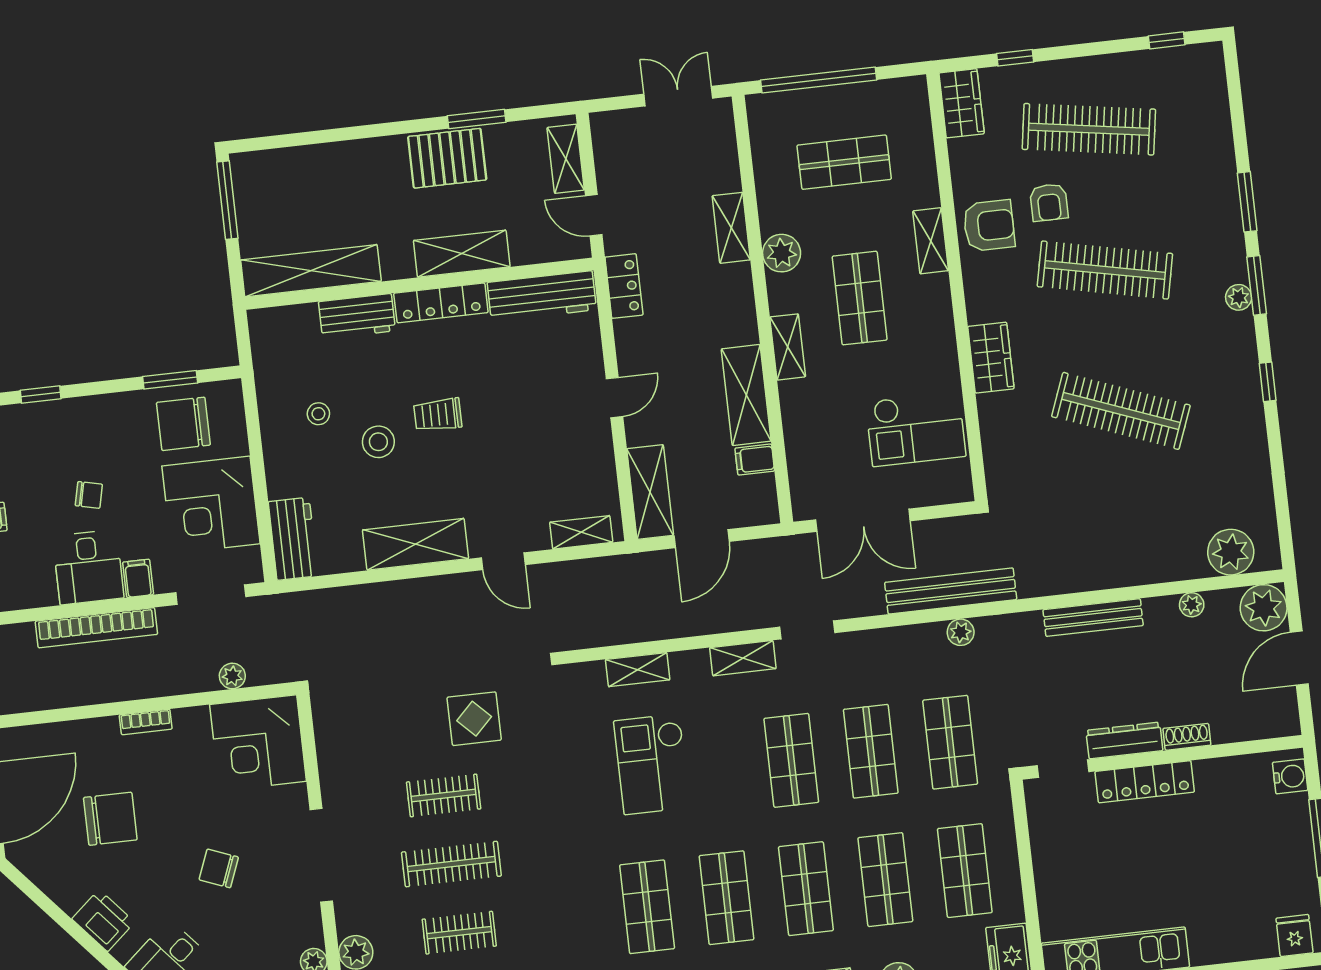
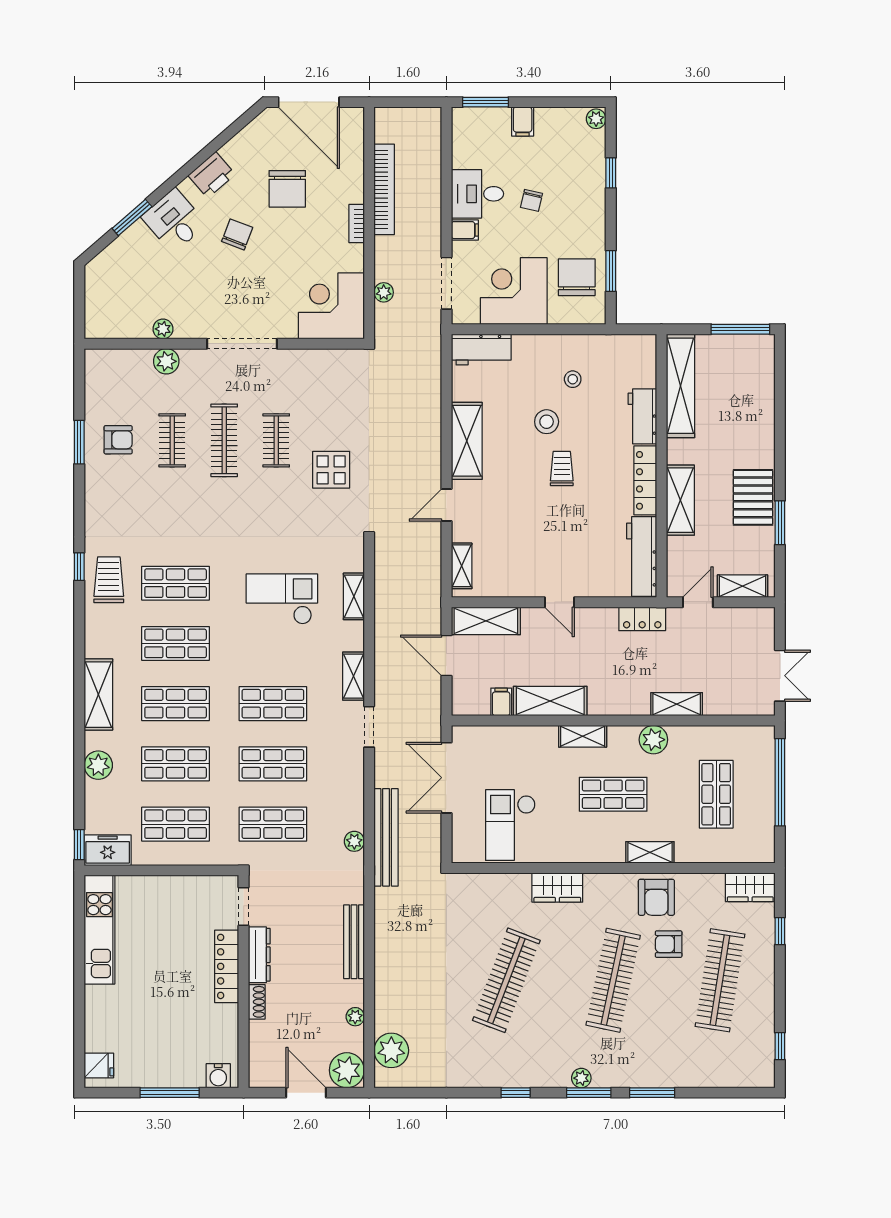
bookcase: (96, 628) -> (384, 189), moved, turned 180
chair: (219, 868) -> (237, 234), moved

